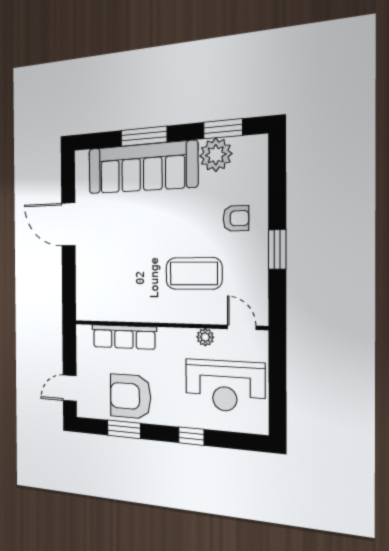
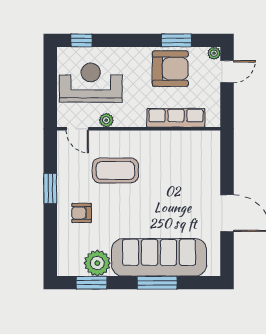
plant: (83, 410) -> (214, 53), added
window: (191, 436) -> (82, 40), moved

